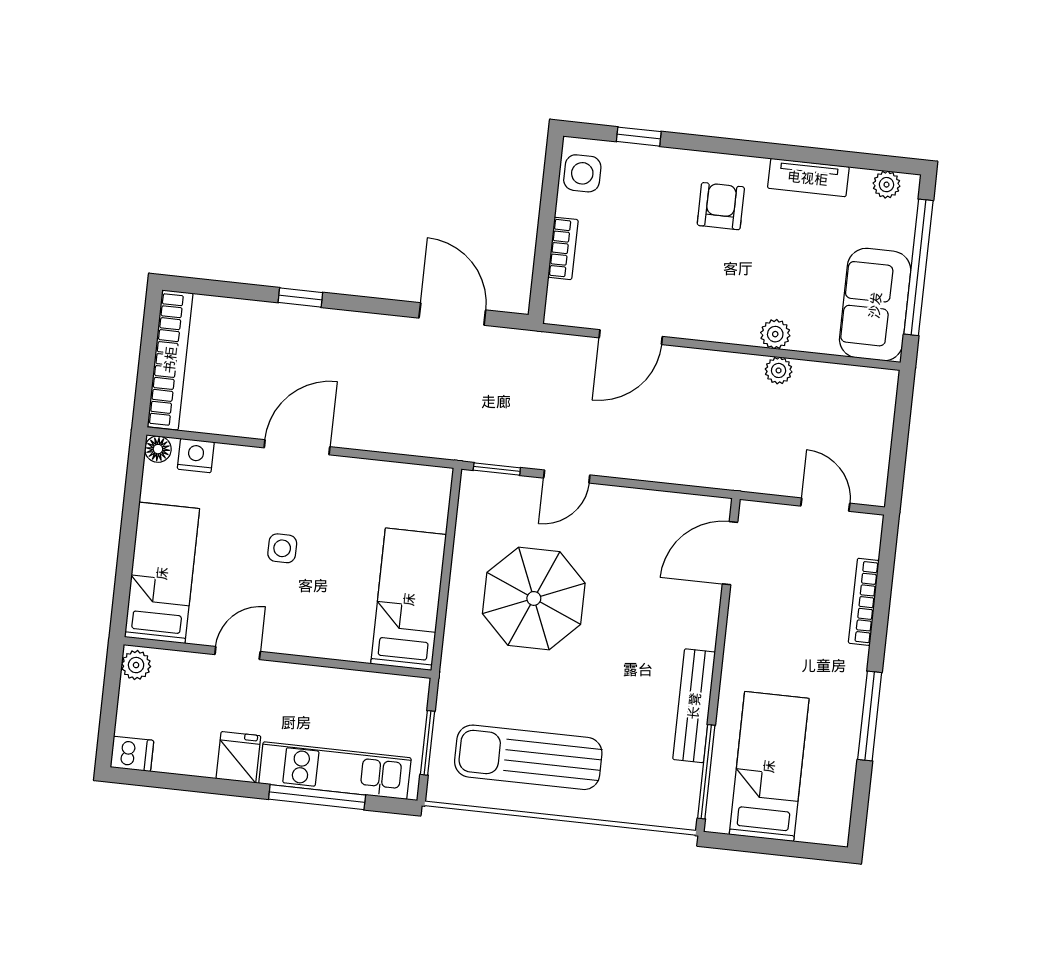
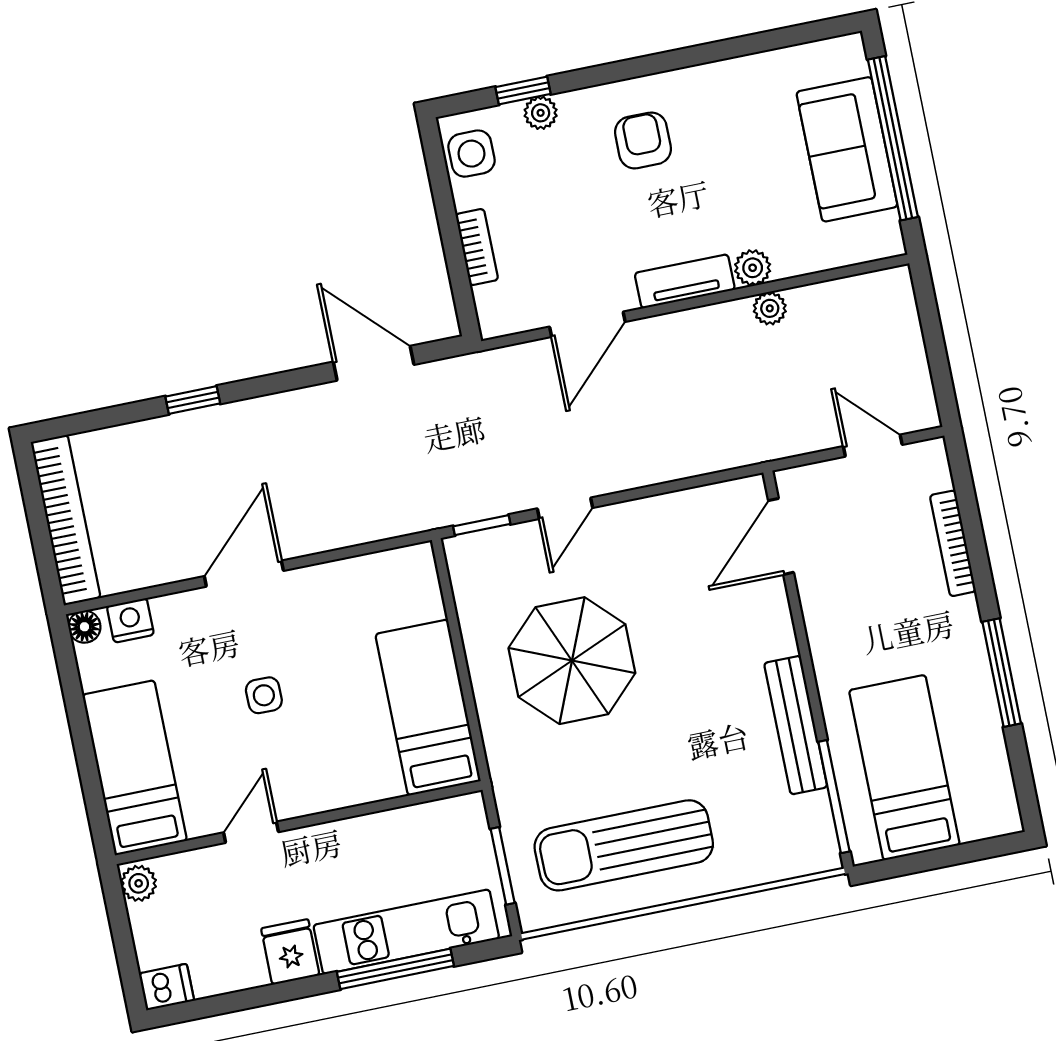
tv unit: (808, 178) -> (685, 281), moved, turned 180
plant: (887, 185) -> (541, 113), moved
sofa: (875, 305) -> (847, 149), moved

